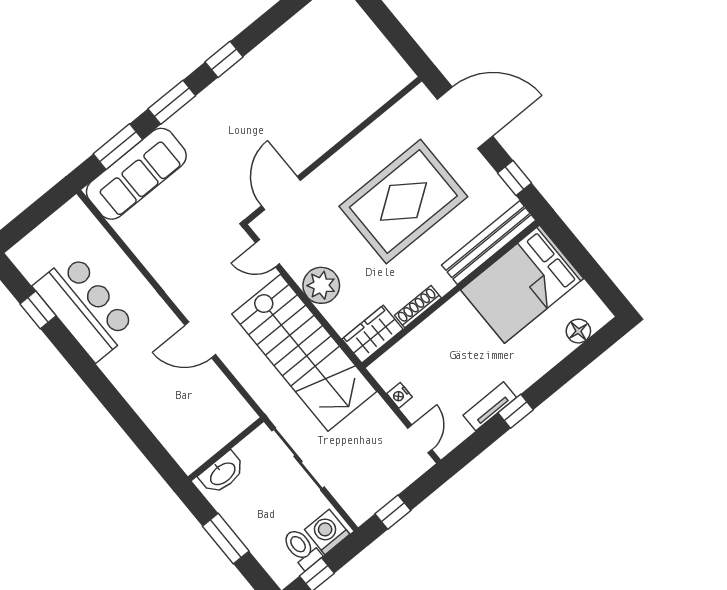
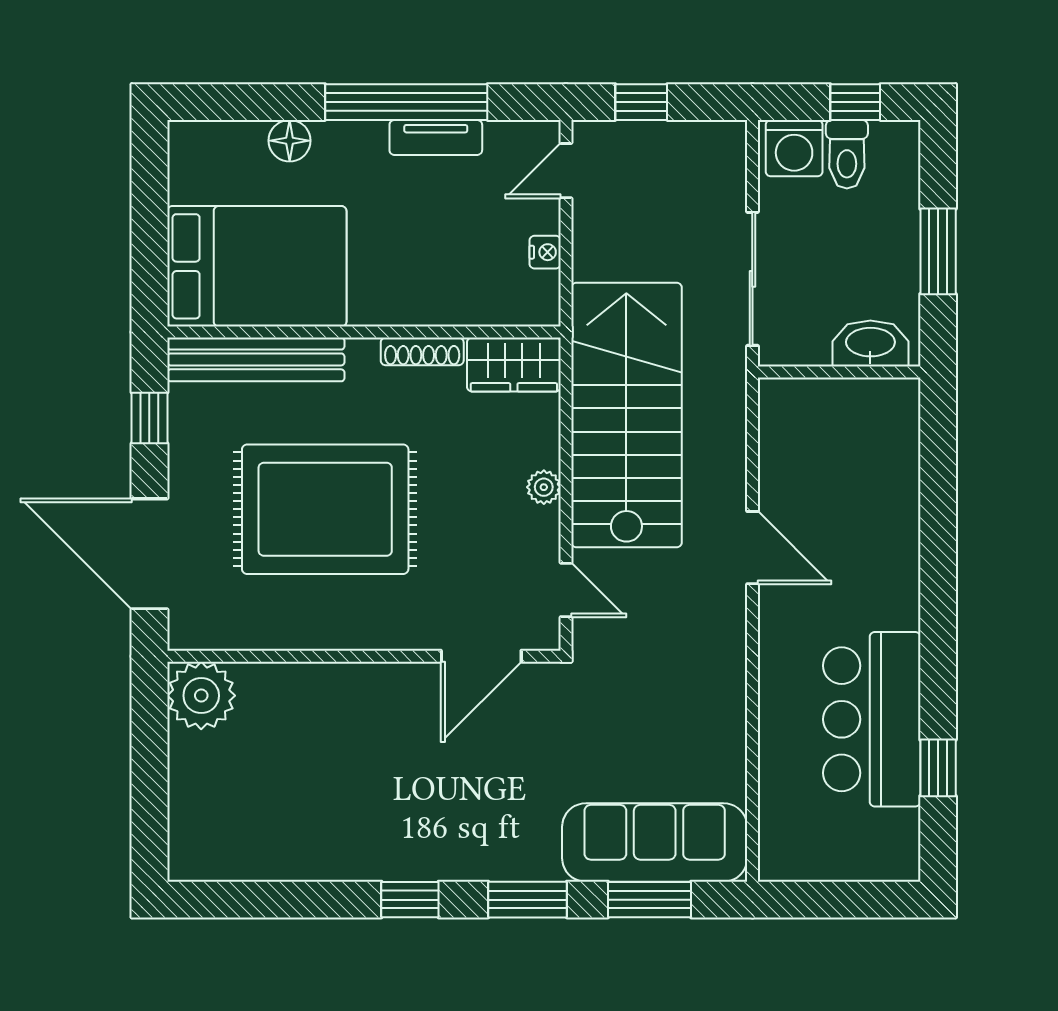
plant: (391, 74) -> (201, 696), added
plant: (321, 285) -> (544, 487), width x0.53, depth x0.53
floor lamp: (578, 331) -> (290, 141), moved
window: (516, 411) -> (406, 102), width x3.17
window: (393, 512) -> (641, 102), moved

